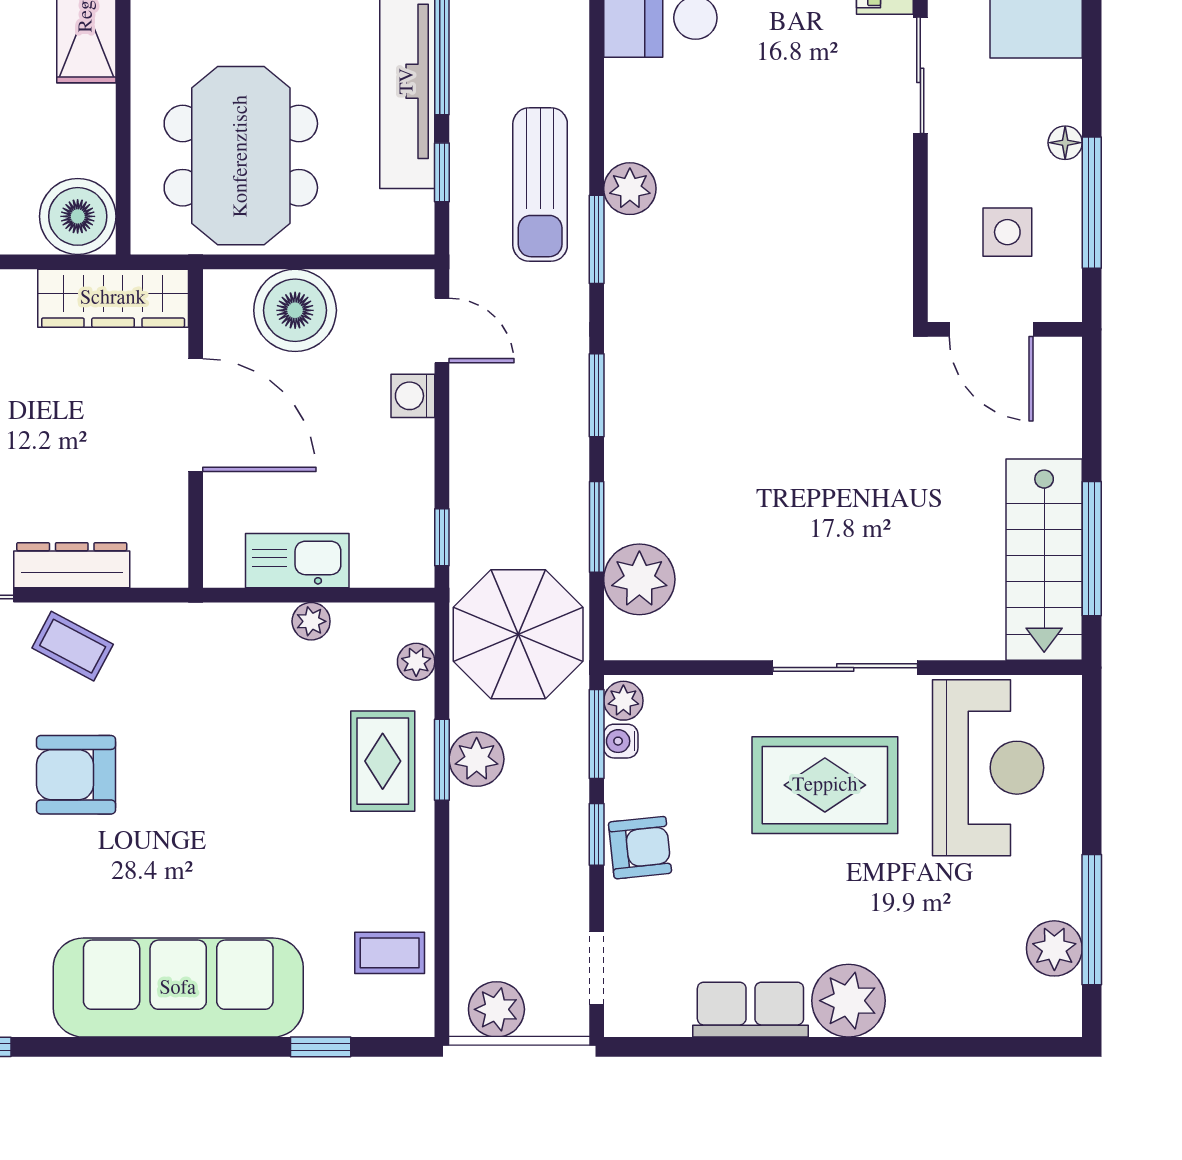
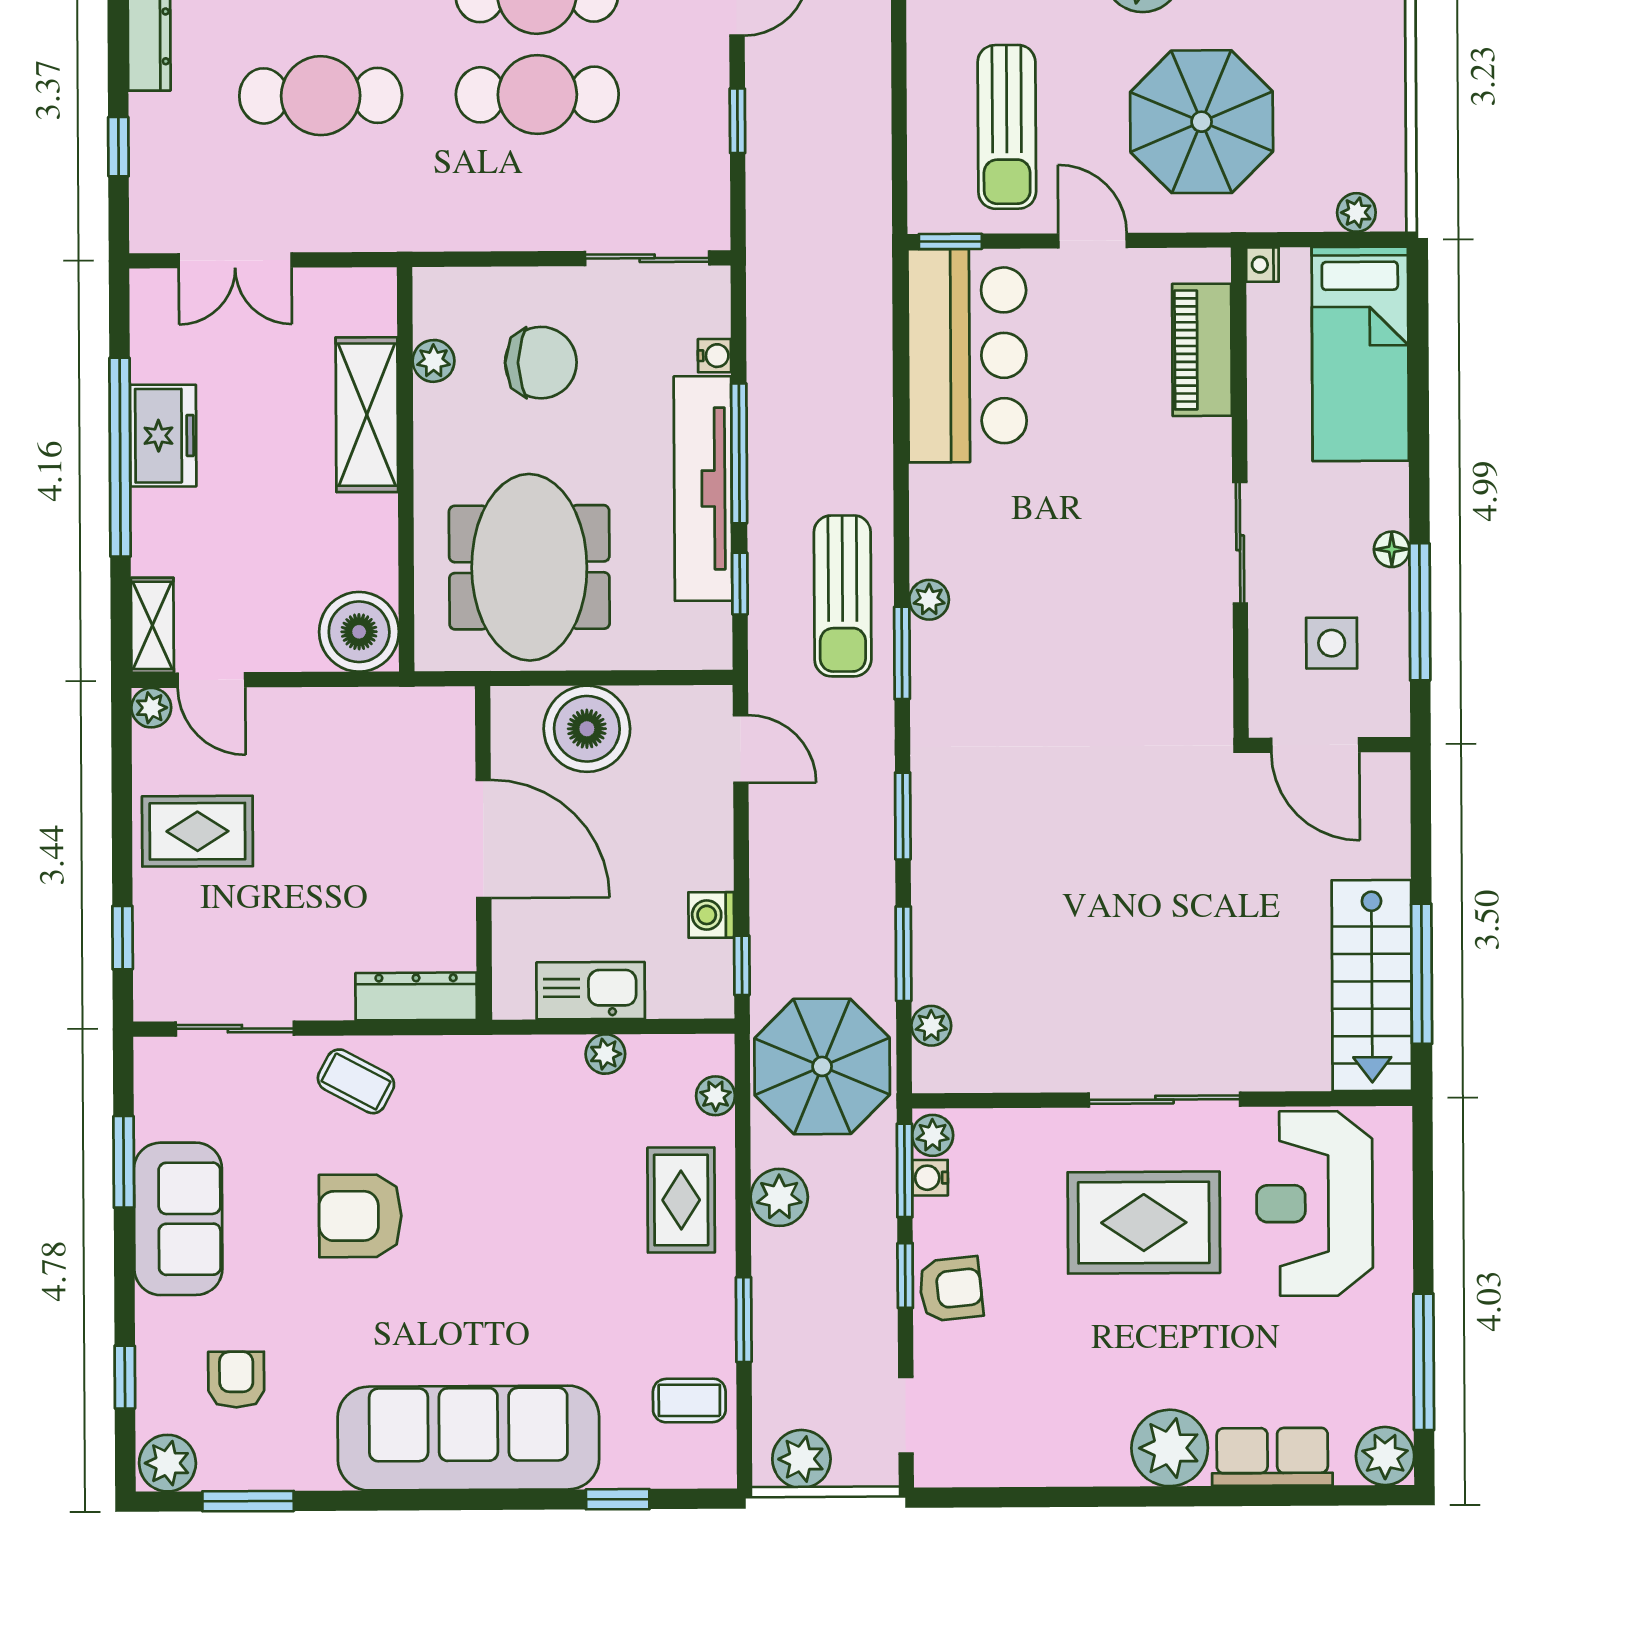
sliding door: (920, 75) -> (1240, 543), moved
plant: (630, 189) -> (929, 600), width x0.73, depth x0.73
wardrobe: (113, 298) -> (396, 717), removed
washing machine: (413, 396) -> (711, 915), moved
dresser: (72, 565) -> (416, 996), moved
plant: (639, 579) -> (931, 1026), width x0.53, depth x0.53
window: (442, 760) -> (744, 1320), moved
reception desk: (988, 768) -> (1315, 1203), turned 180
plant: (1054, 948) -> (1385, 1456), moved
row of seats: (750, 1010) -> (1272, 1457), moved

